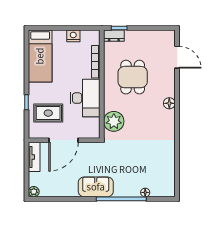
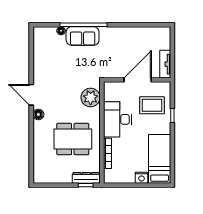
nightstand: (73, 36) -> (142, 178), moved
dresser: (114, 36) -> (86, 178), width x1.44
door: (177, 57) -> (31, 95), moved
dining table: (133, 77) -> (73, 139), width x1.38
sofa: (96, 187) -> (83, 36), moved
plant: (34, 192) -> (166, 32), removed

